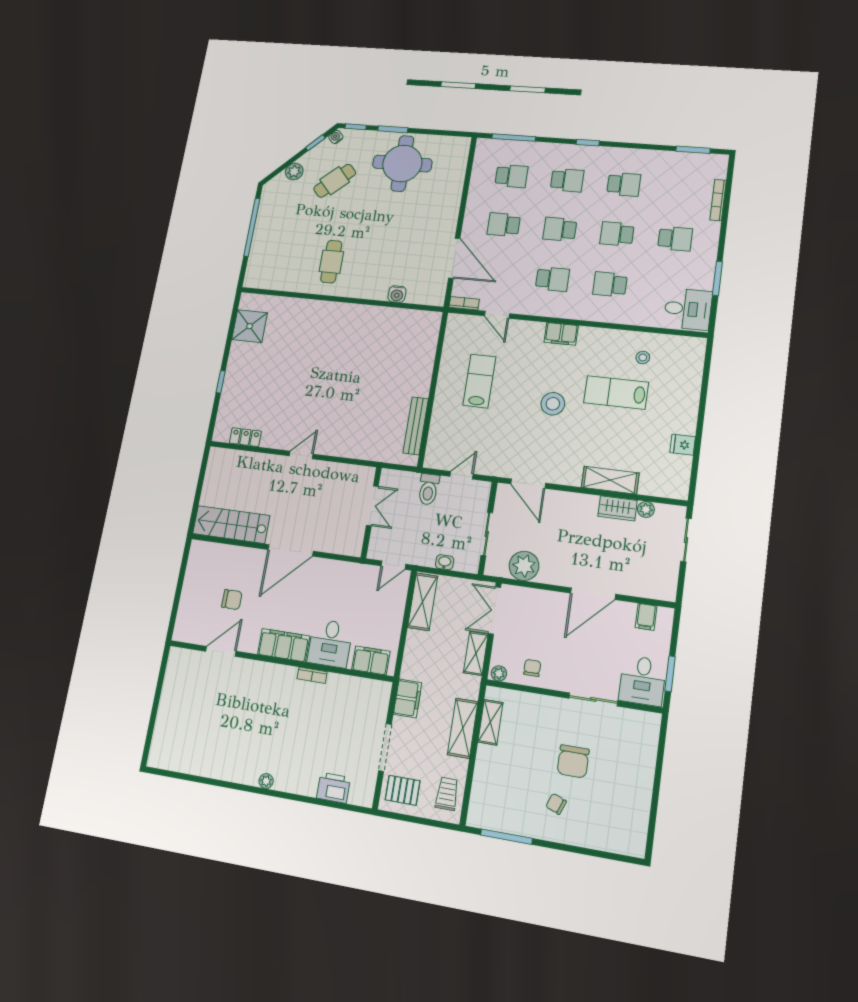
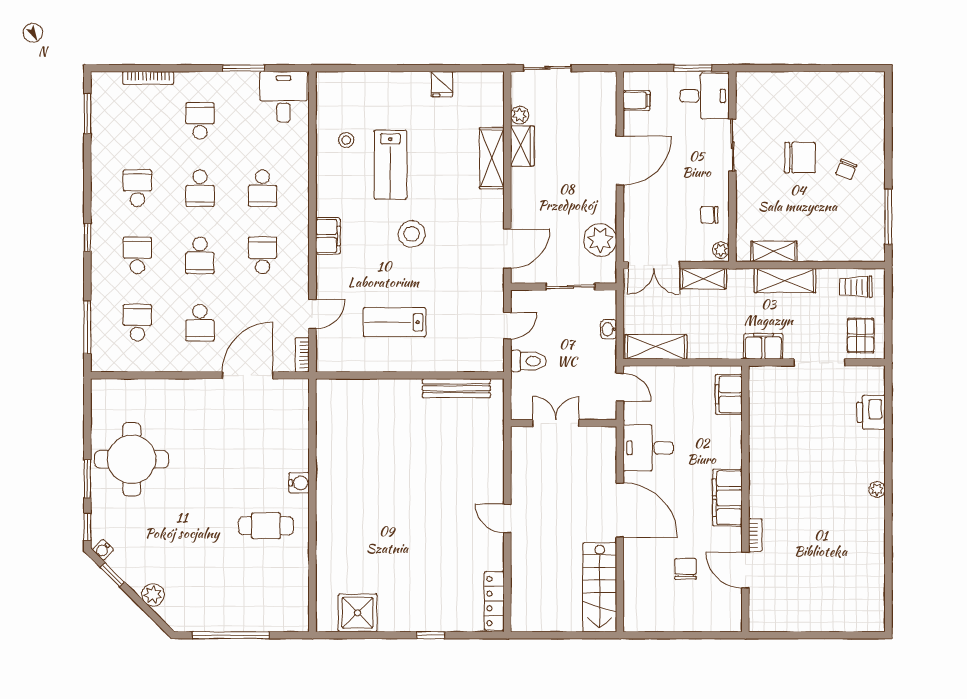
cafe table: (335, 181) -> (161, 541), removed
water cooler: (397, 294) -> (299, 483), moved
locker: (245, 437) -> (494, 601), width x1.53
door: (462, 475) -> (507, 326), swing flipped
door: (593, 594) -> (620, 160), hinge flipped
desk: (330, 643) -> (648, 448), moved, turned 180
bookcase: (312, 675) -> (755, 535), moved

